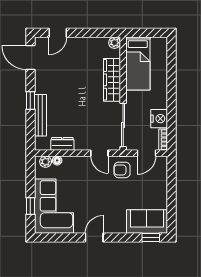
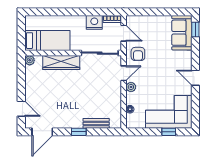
bench: (40, 115) -> (96, 123), width x0.73
dresser: (62, 144) -> (116, 105), removed
plant: (46, 162) -> (131, 87), moved

